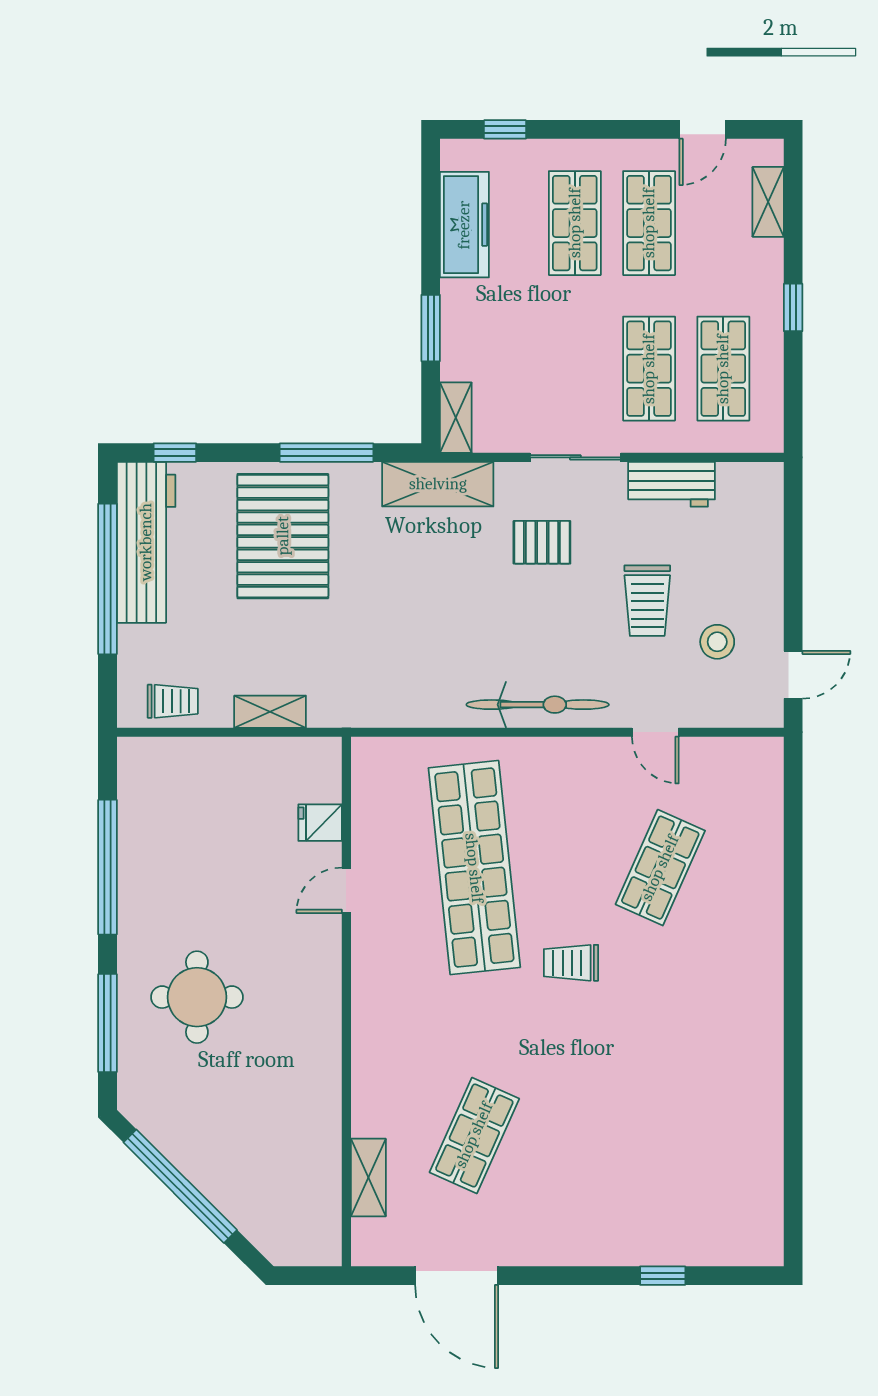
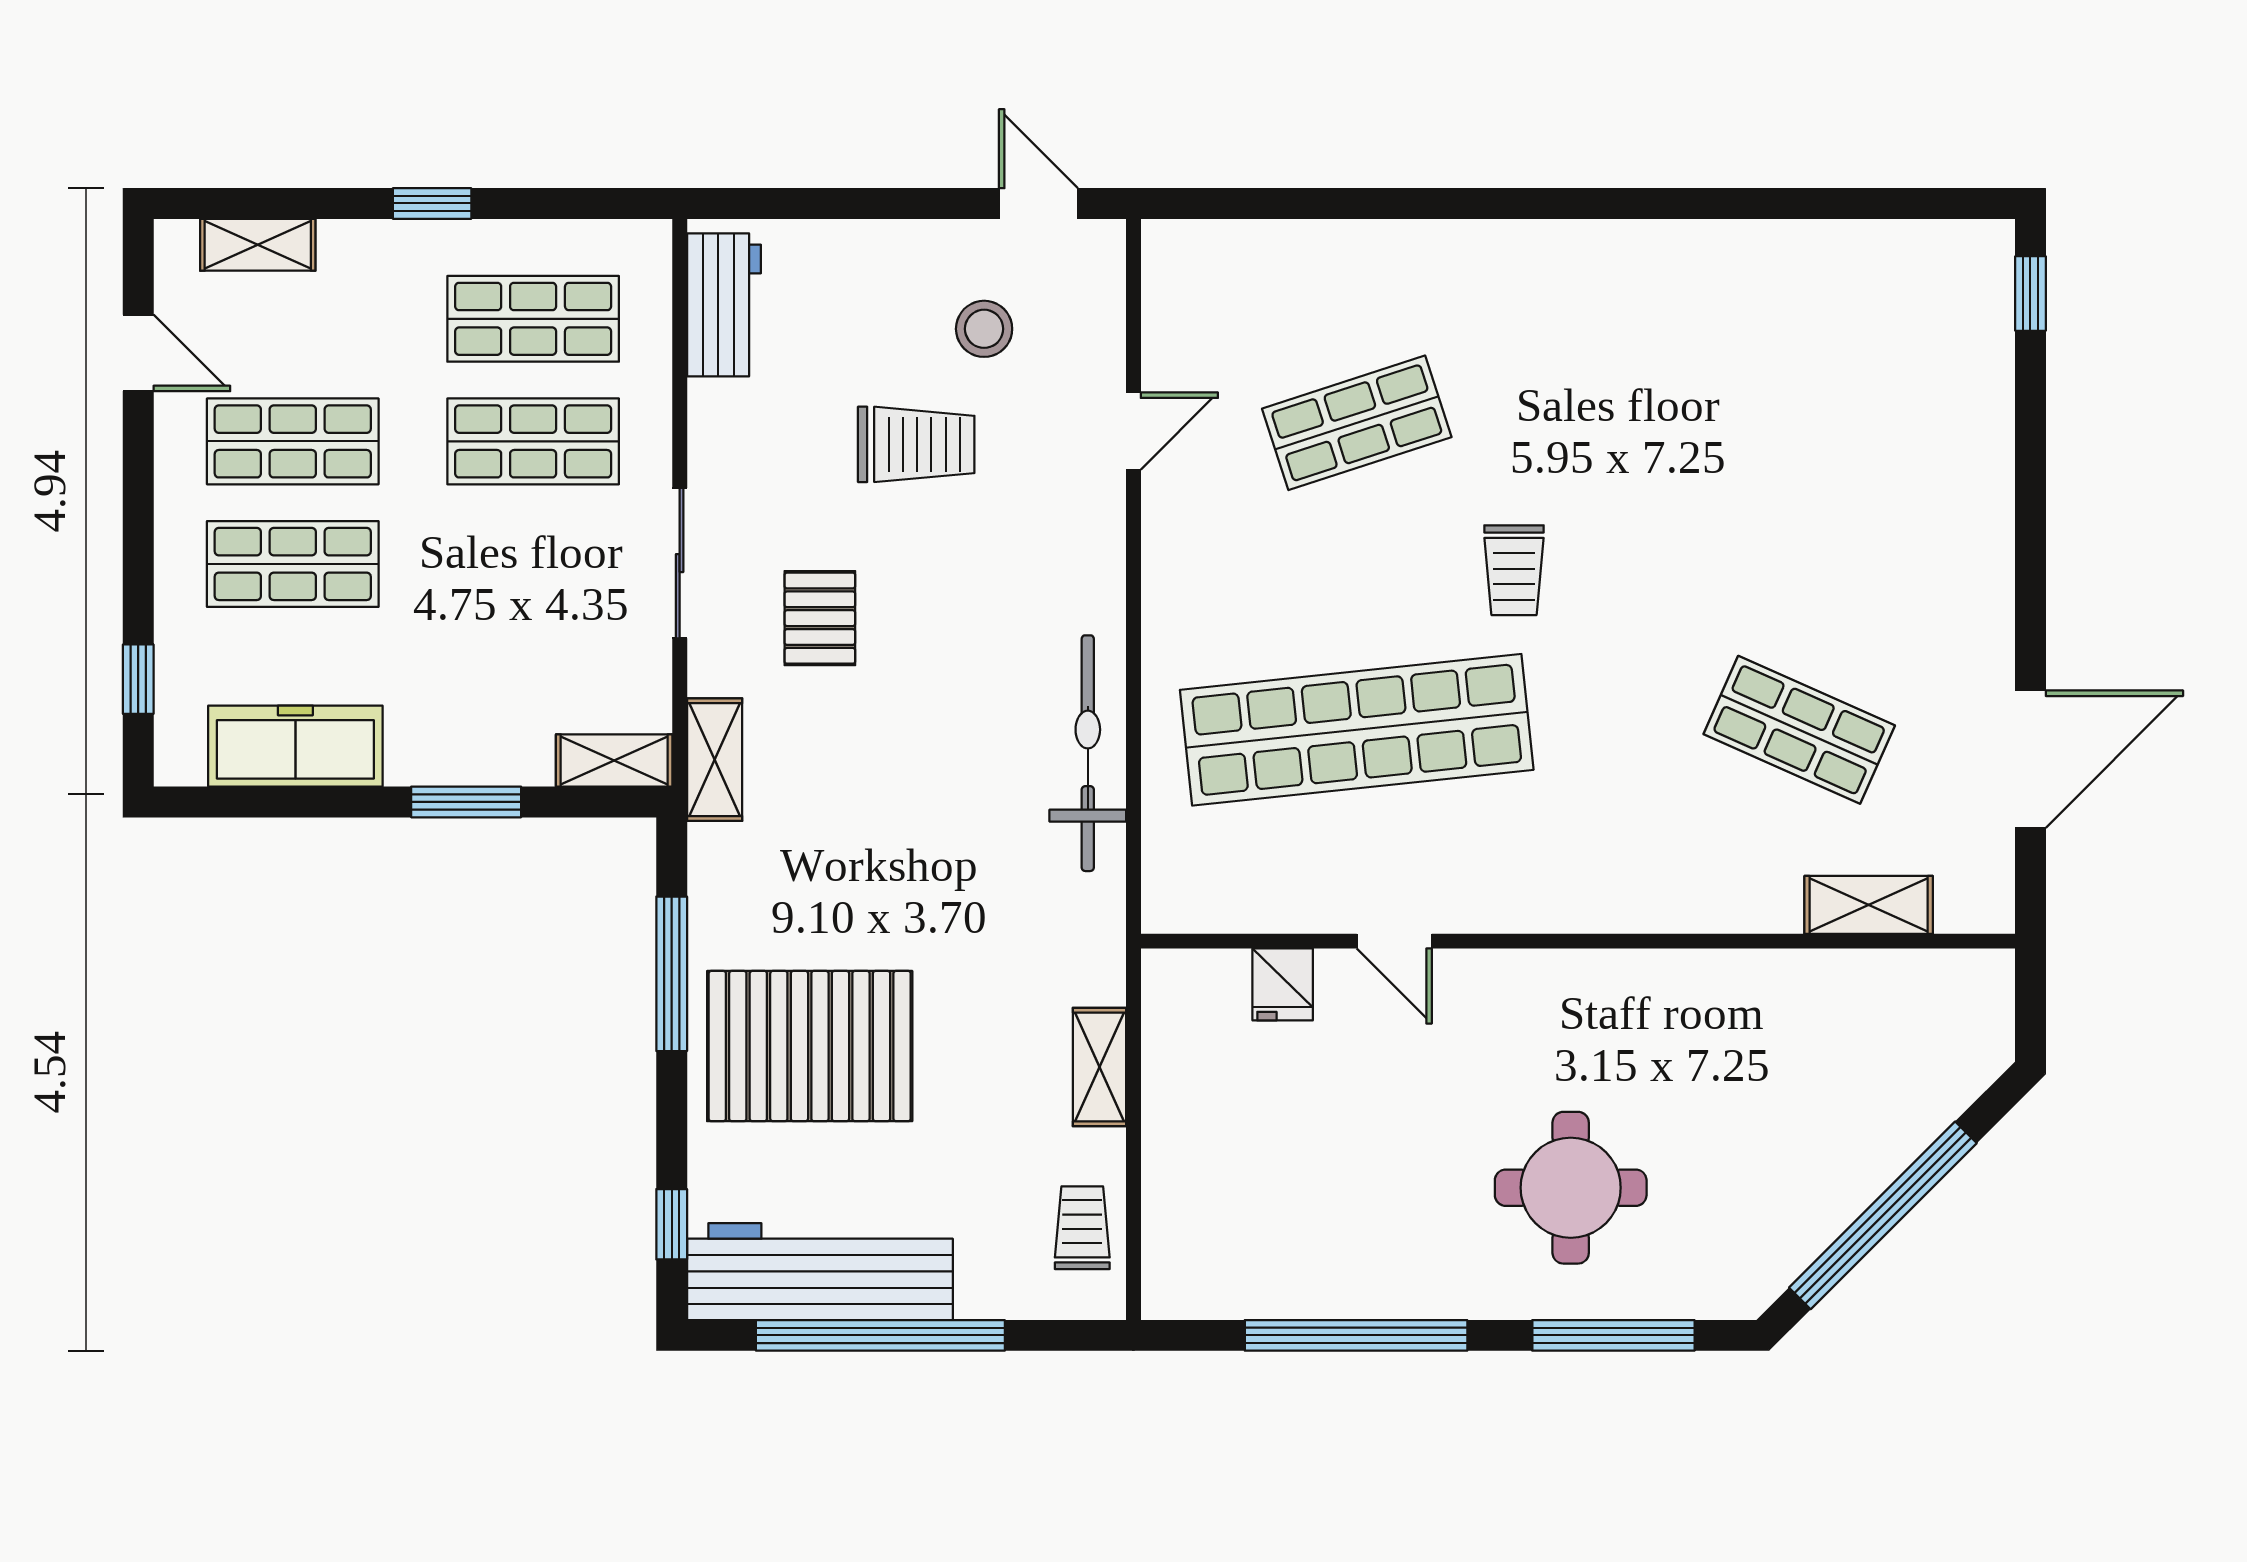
shelving: (438, 484) -> (715, 760), width x0.67, depth x0.75
workbench: (672, 484) -> (724, 305), moved
bicycle: (538, 705) -> (1088, 753), moved
shop shelf: (660, 868) -> (1357, 423), turned -42
window: (663, 1276) -> (2030, 294), moved

